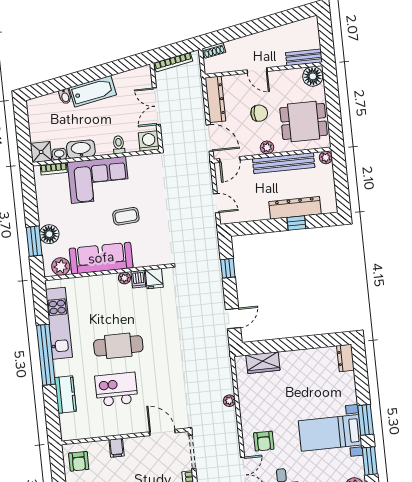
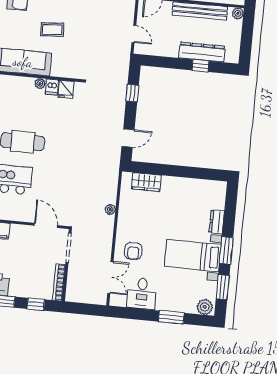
dresser: (345, 358) -> (217, 222), moved

